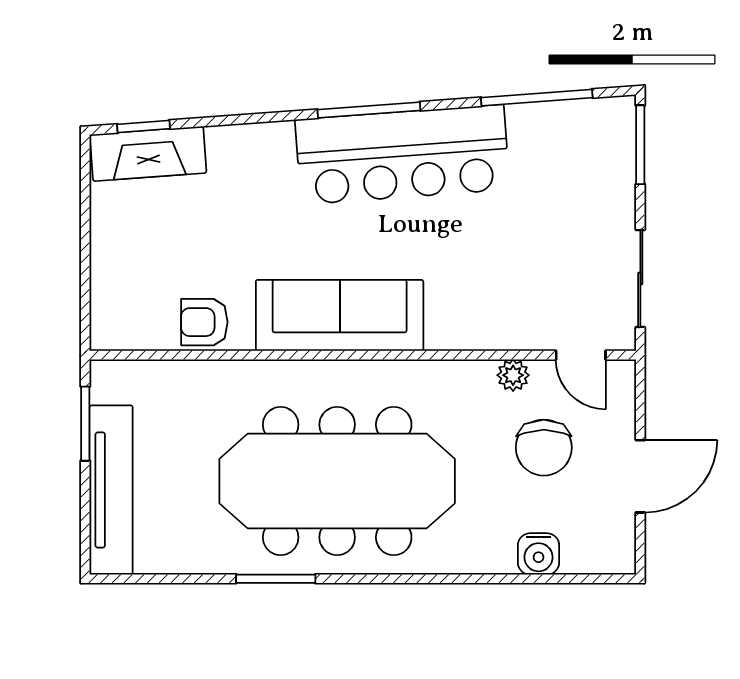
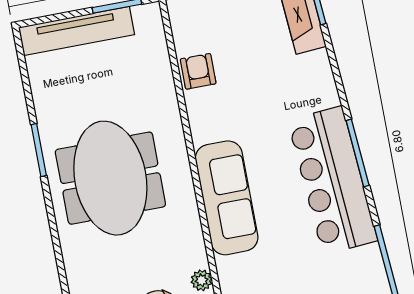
sofa: (340, 315) -> (227, 198), moved
meeting table: (337, 481) -> (110, 178), width x0.73

